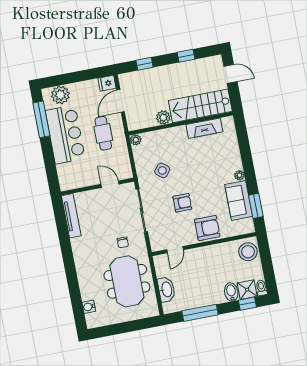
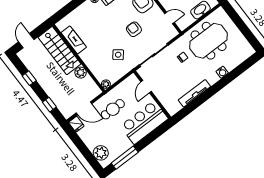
bar counter: (65, 134) -> (144, 122), moved
tv unit: (71, 216) -> (194, 93), moved
water cooler: (89, 307) -> (222, 72), moved

